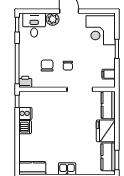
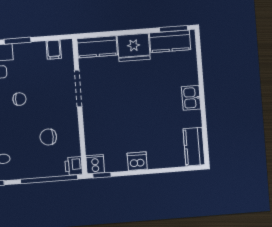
chair: (68, 66) -> (19, 99), moved
cooker: (25, 113) -> (95, 164), moved

